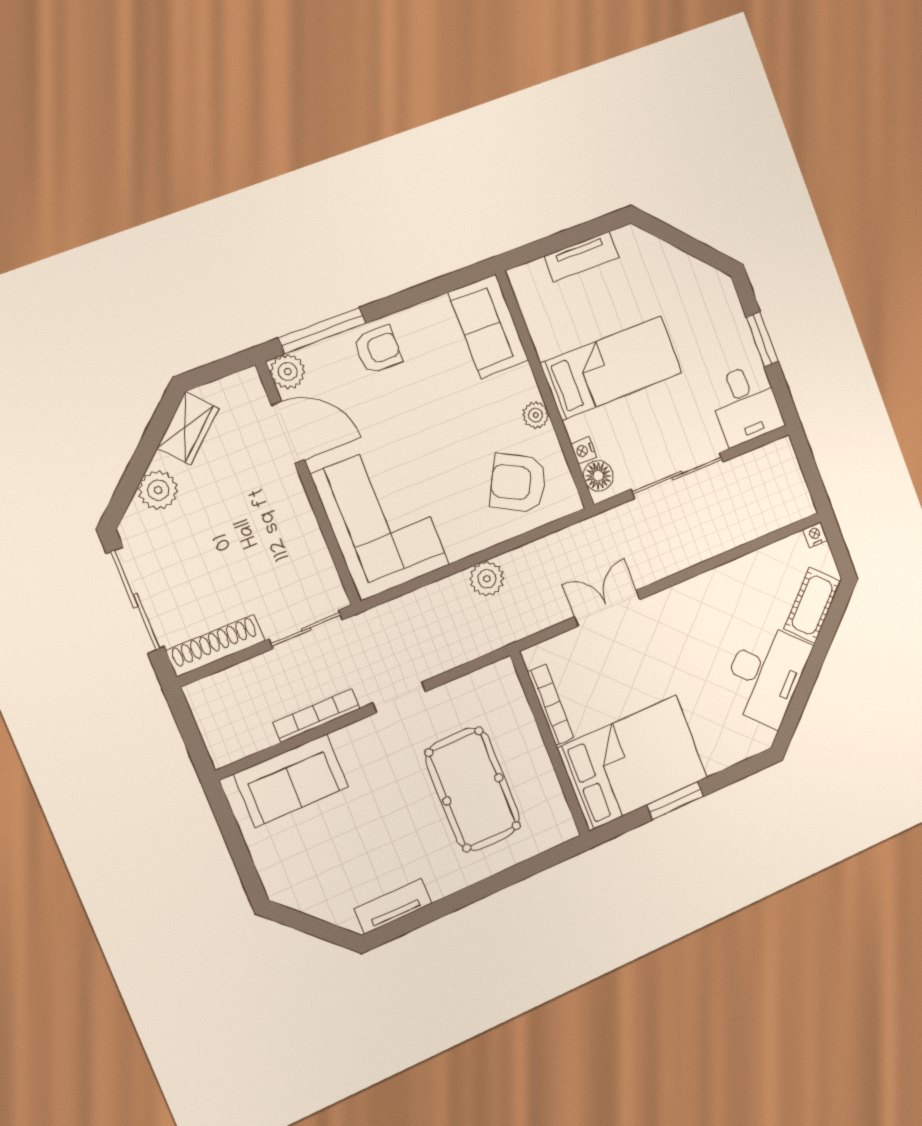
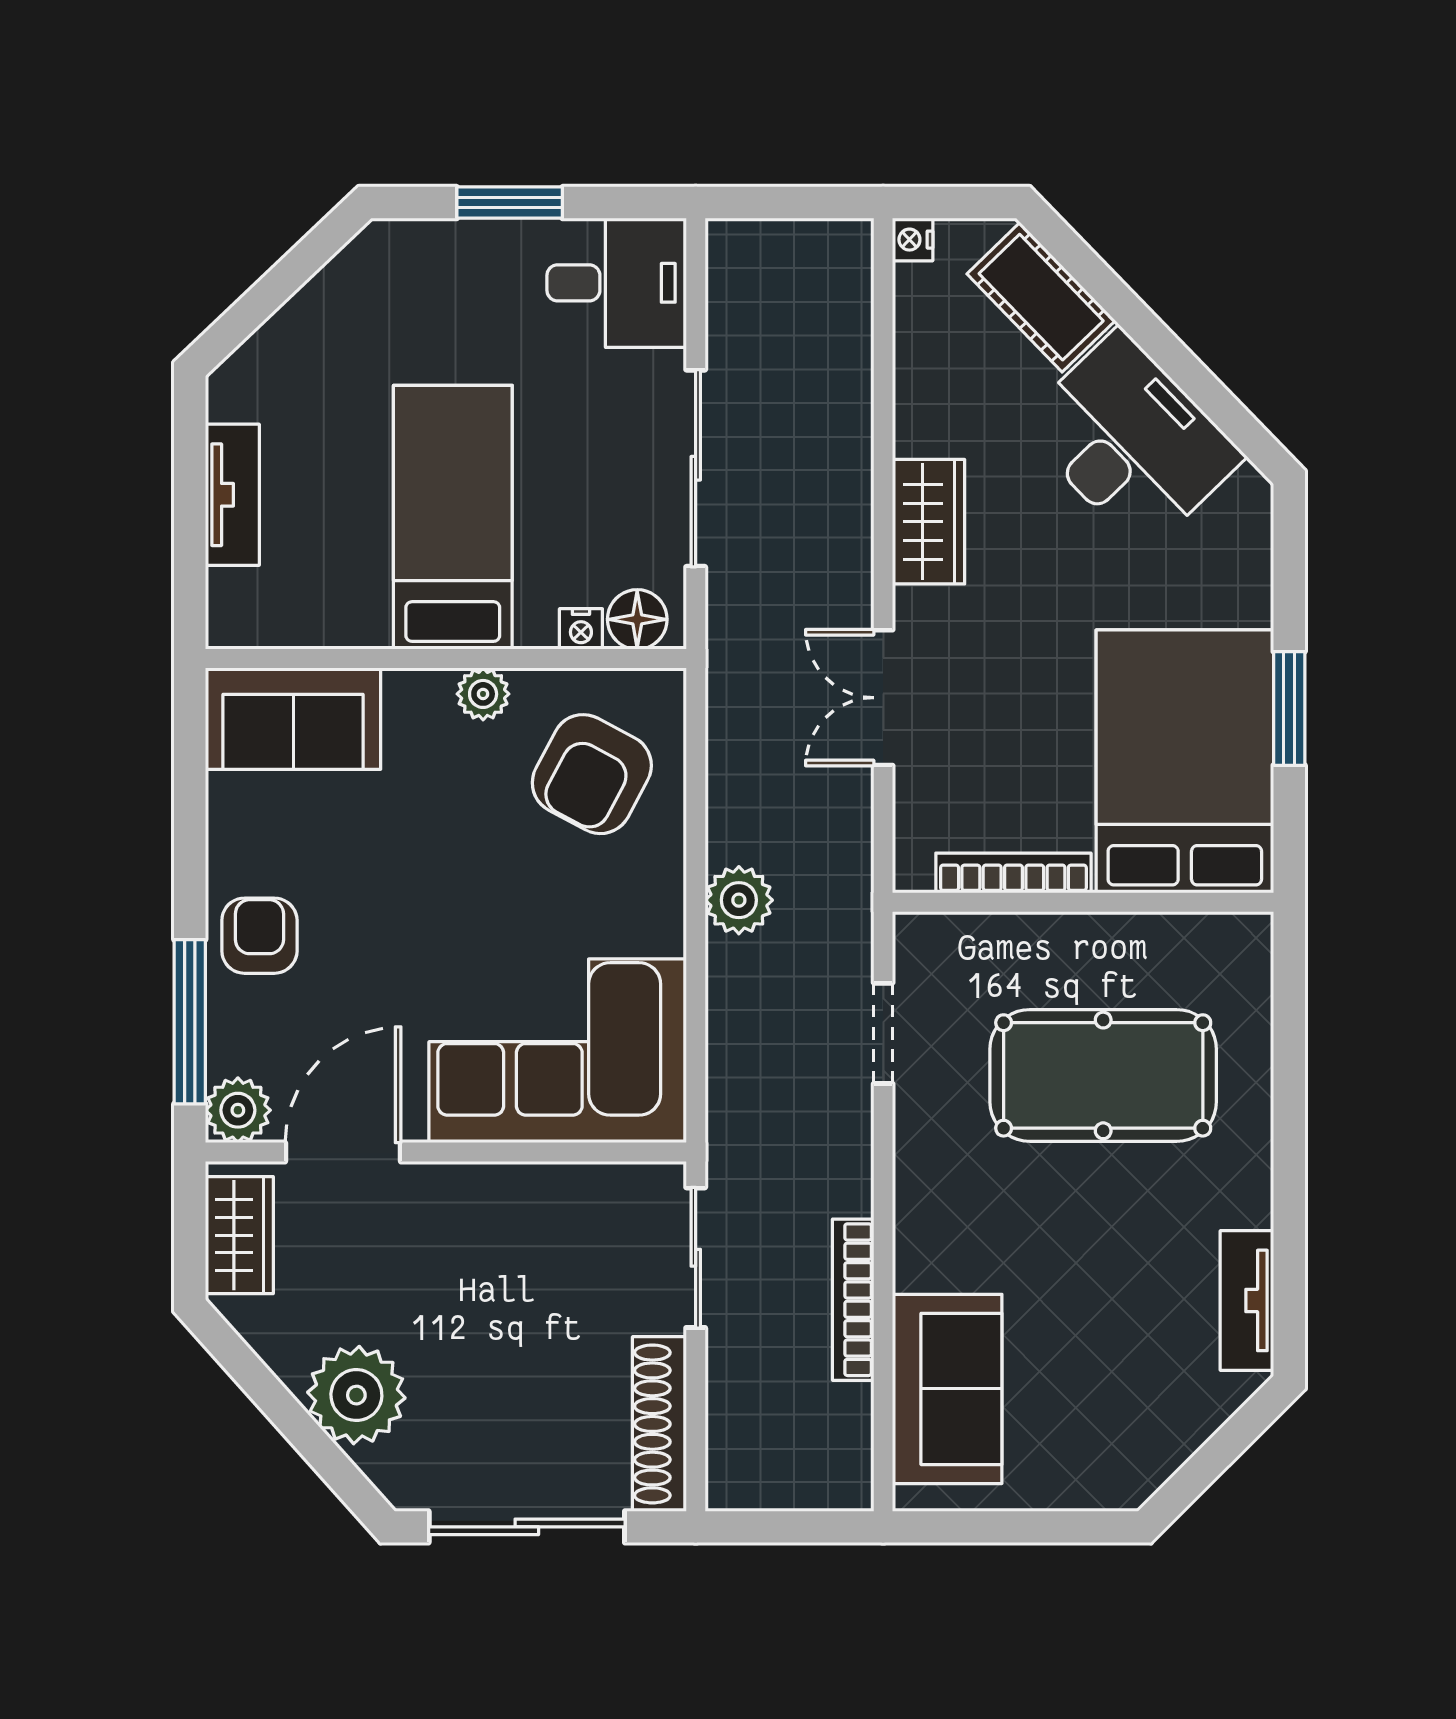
wardrobe: (188, 428) -> (239, 1235), moved, turned 42
plant: (158, 490) -> (356, 1395), width x1.36, depth x1.36
wardrobe: (695, 596) -> (929, 522), added
doorway: (399, 697) -> (883, 1033), moved

